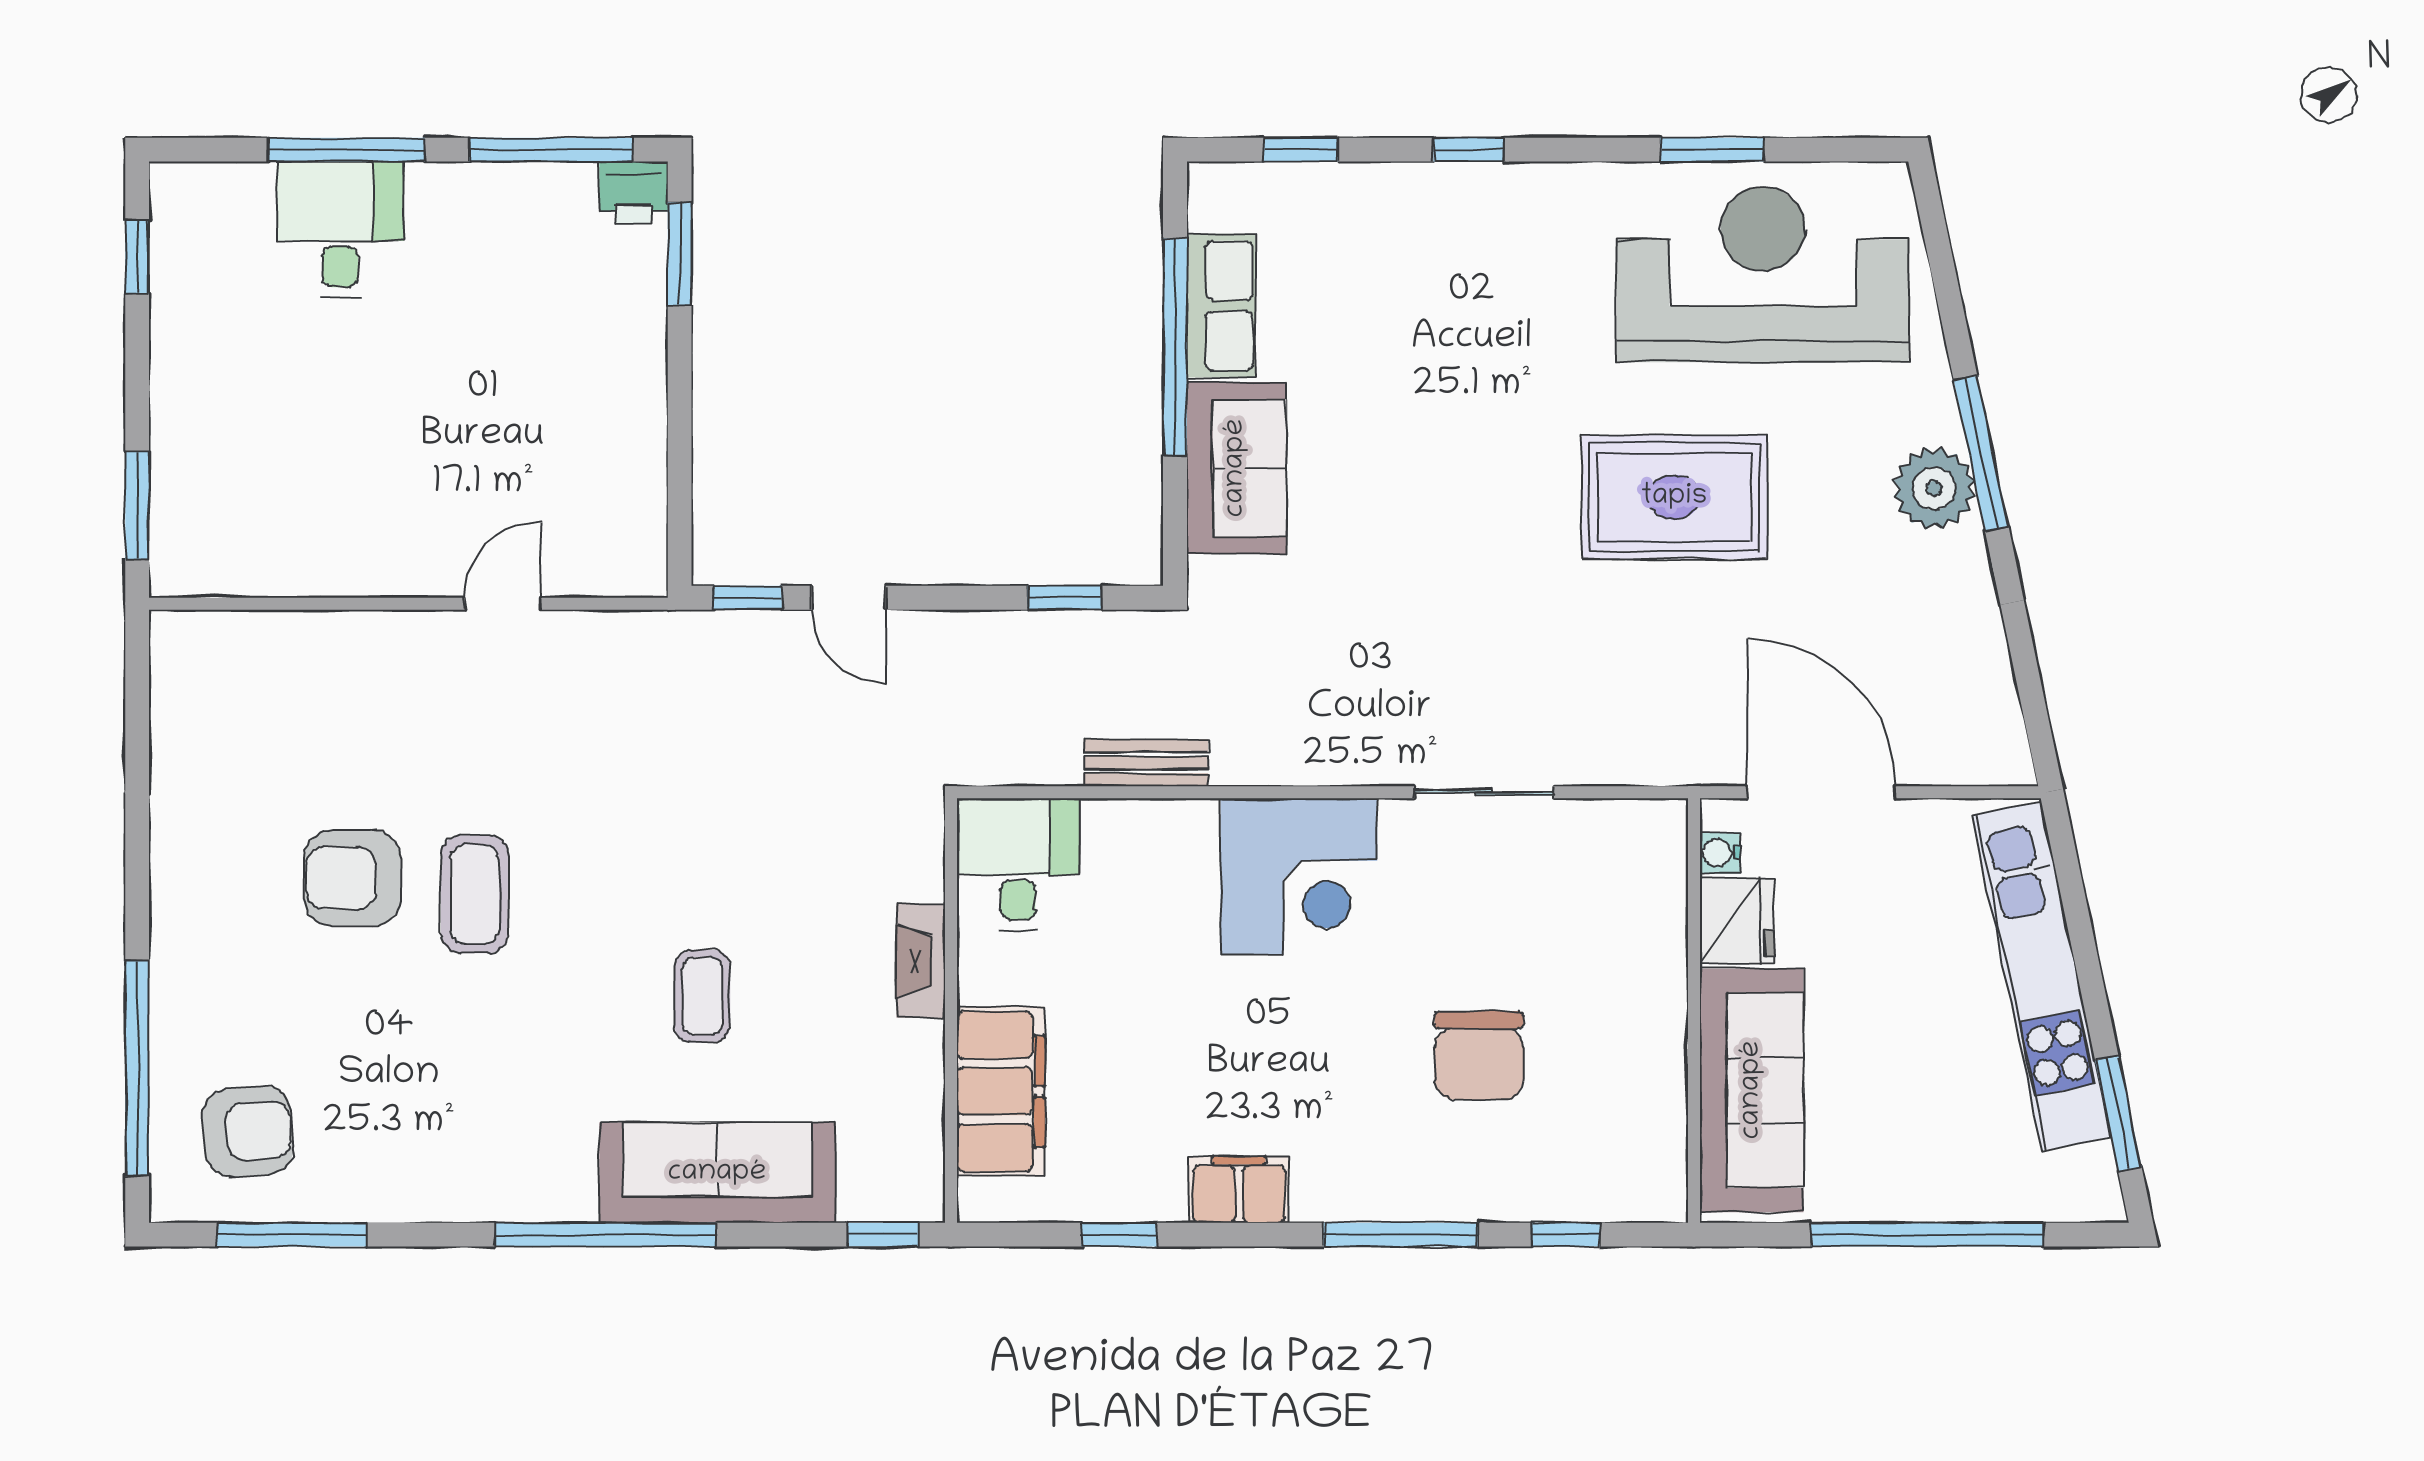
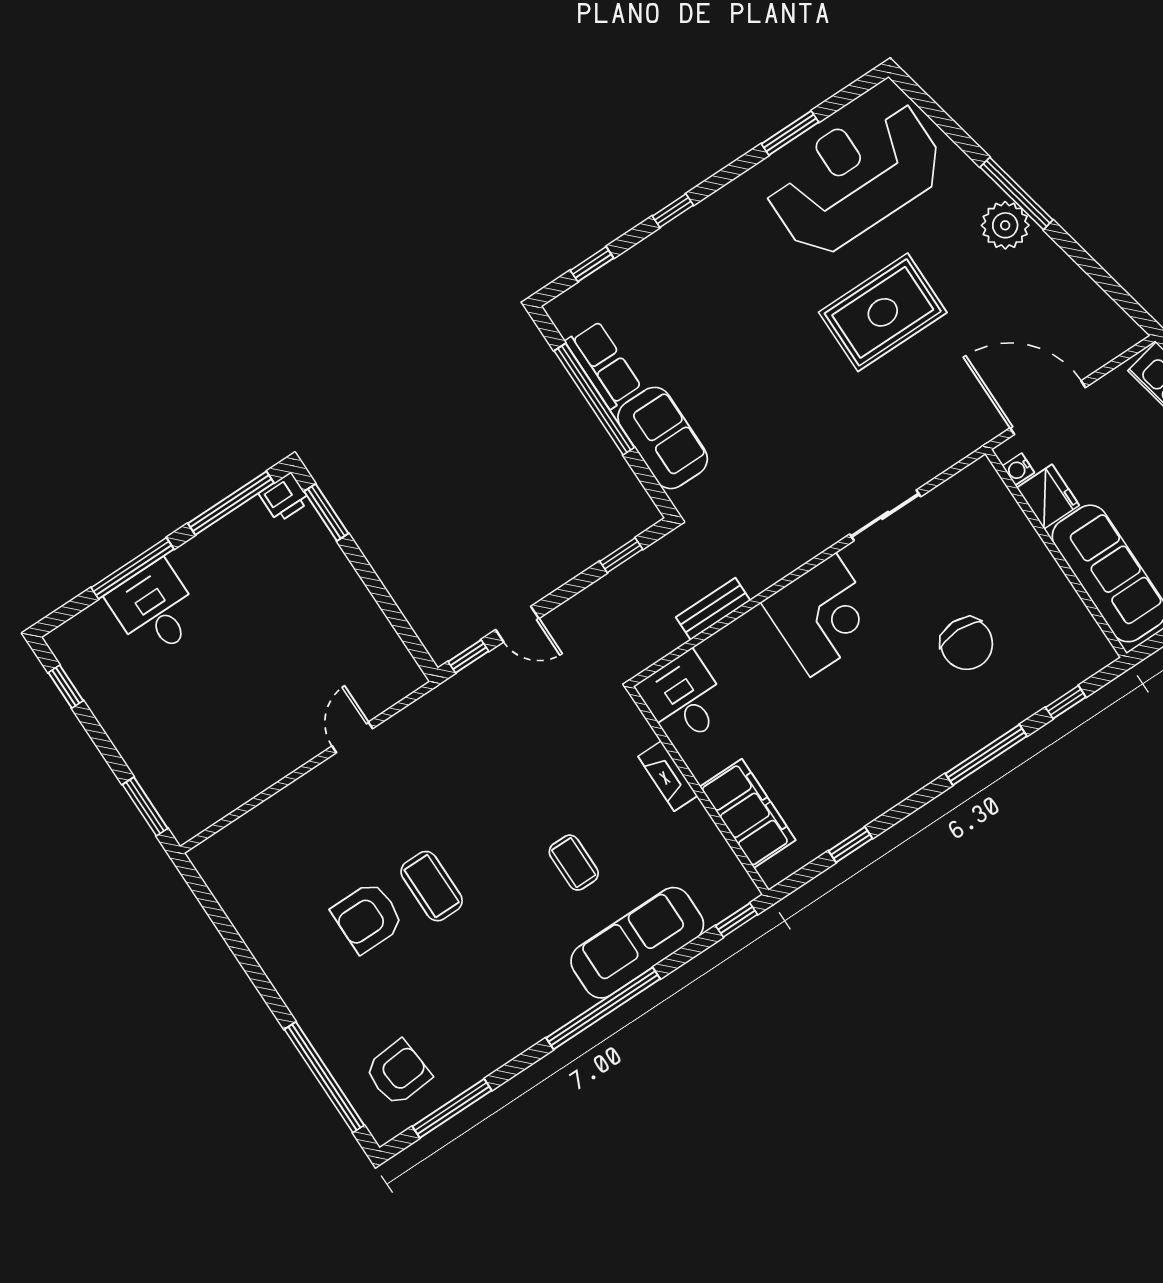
filing cabinet: (1239, 1190) -> (894, 785), removed

